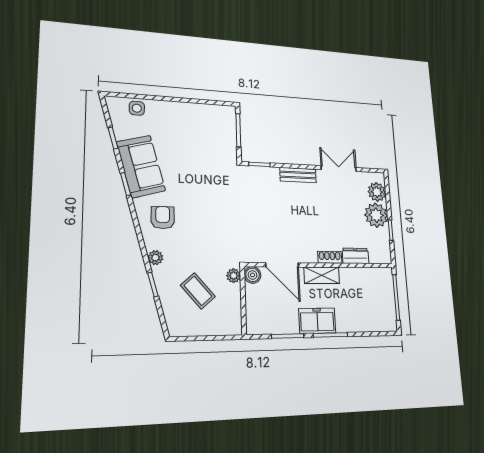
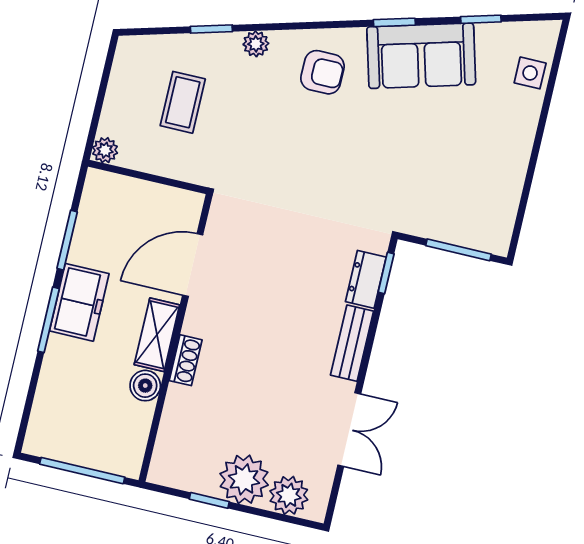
dresser: (356, 256) -> (366, 279), moved, turned 180
boiler: (253, 275) -> (145, 386), moved
plant: (234, 276) -> (105, 150), moved
coffee table: (198, 291) -> (183, 102), turned -49

